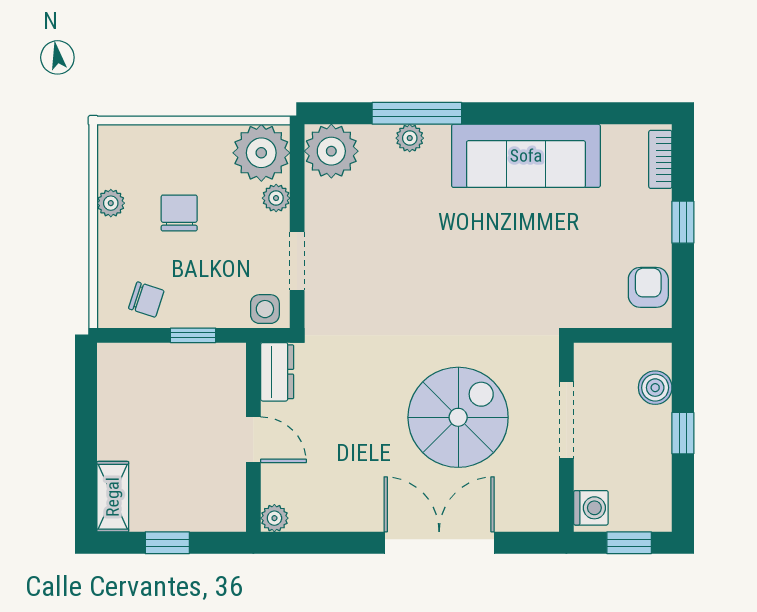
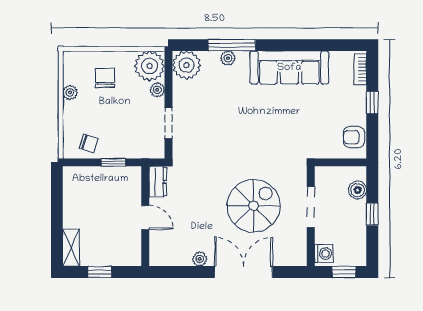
chair: (179, 213) -> (105, 78), moved
armchair: (648, 287) -> (354, 137), turned -90
side table: (265, 309) -> (151, 148), removed
plant: (274, 518) -> (200, 259), moved

